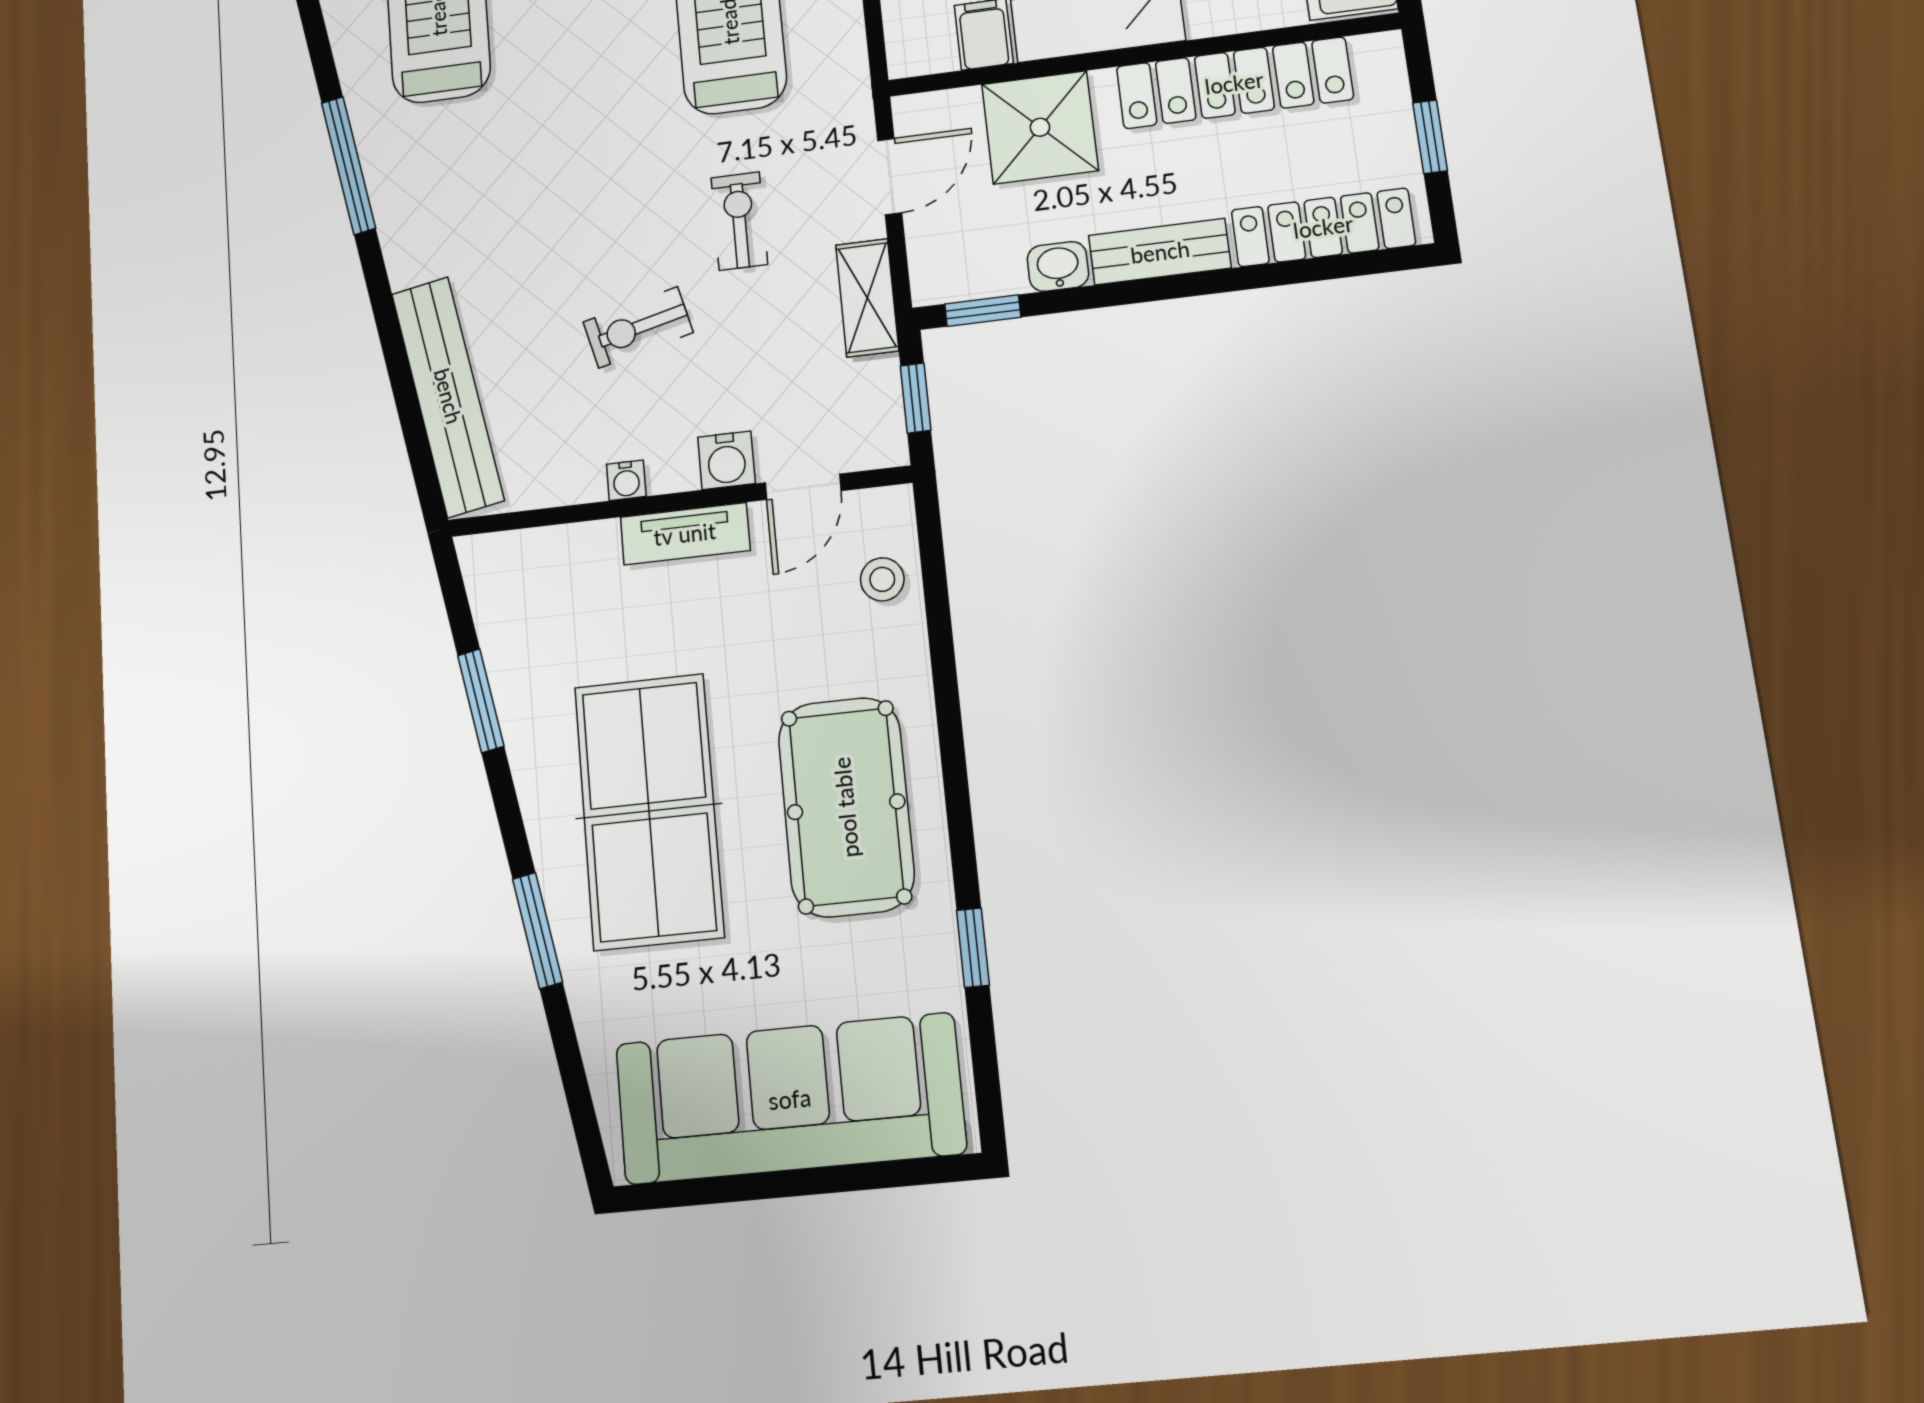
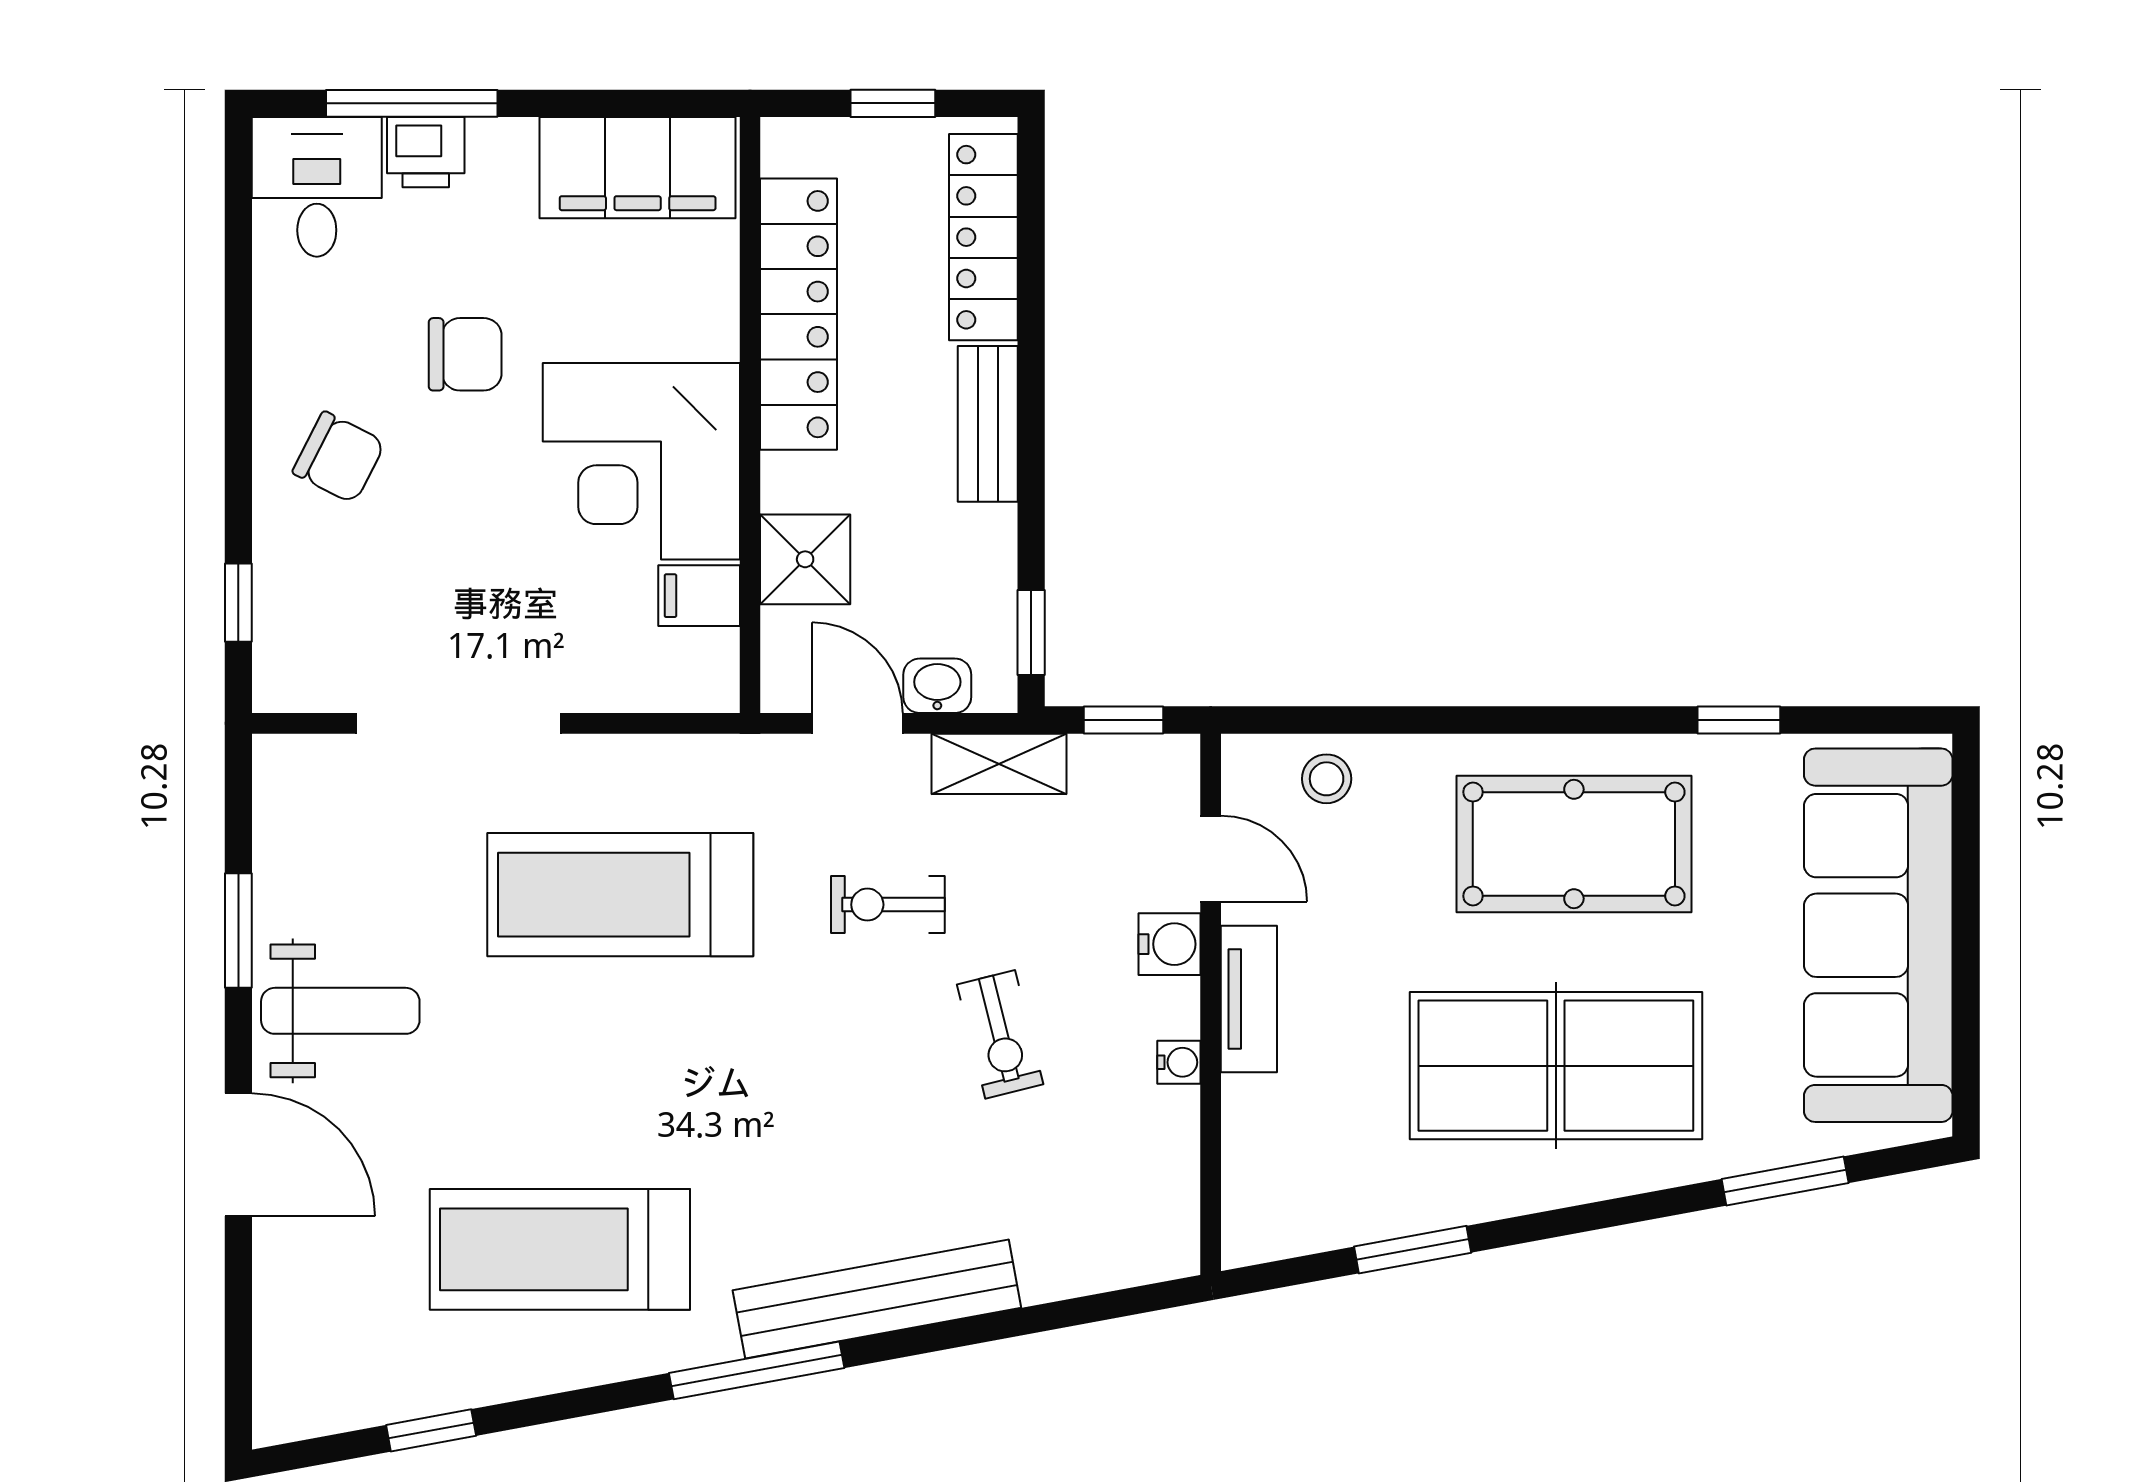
shower: (1040, 127) -> (805, 559), width x0.73, depth x0.73
washbasin: (1058, 266) -> (937, 686), moved, turned 90
bench: (448, 396) -> (877, 1299), moved
window: (537, 930) -> (1785, 1181), moved

